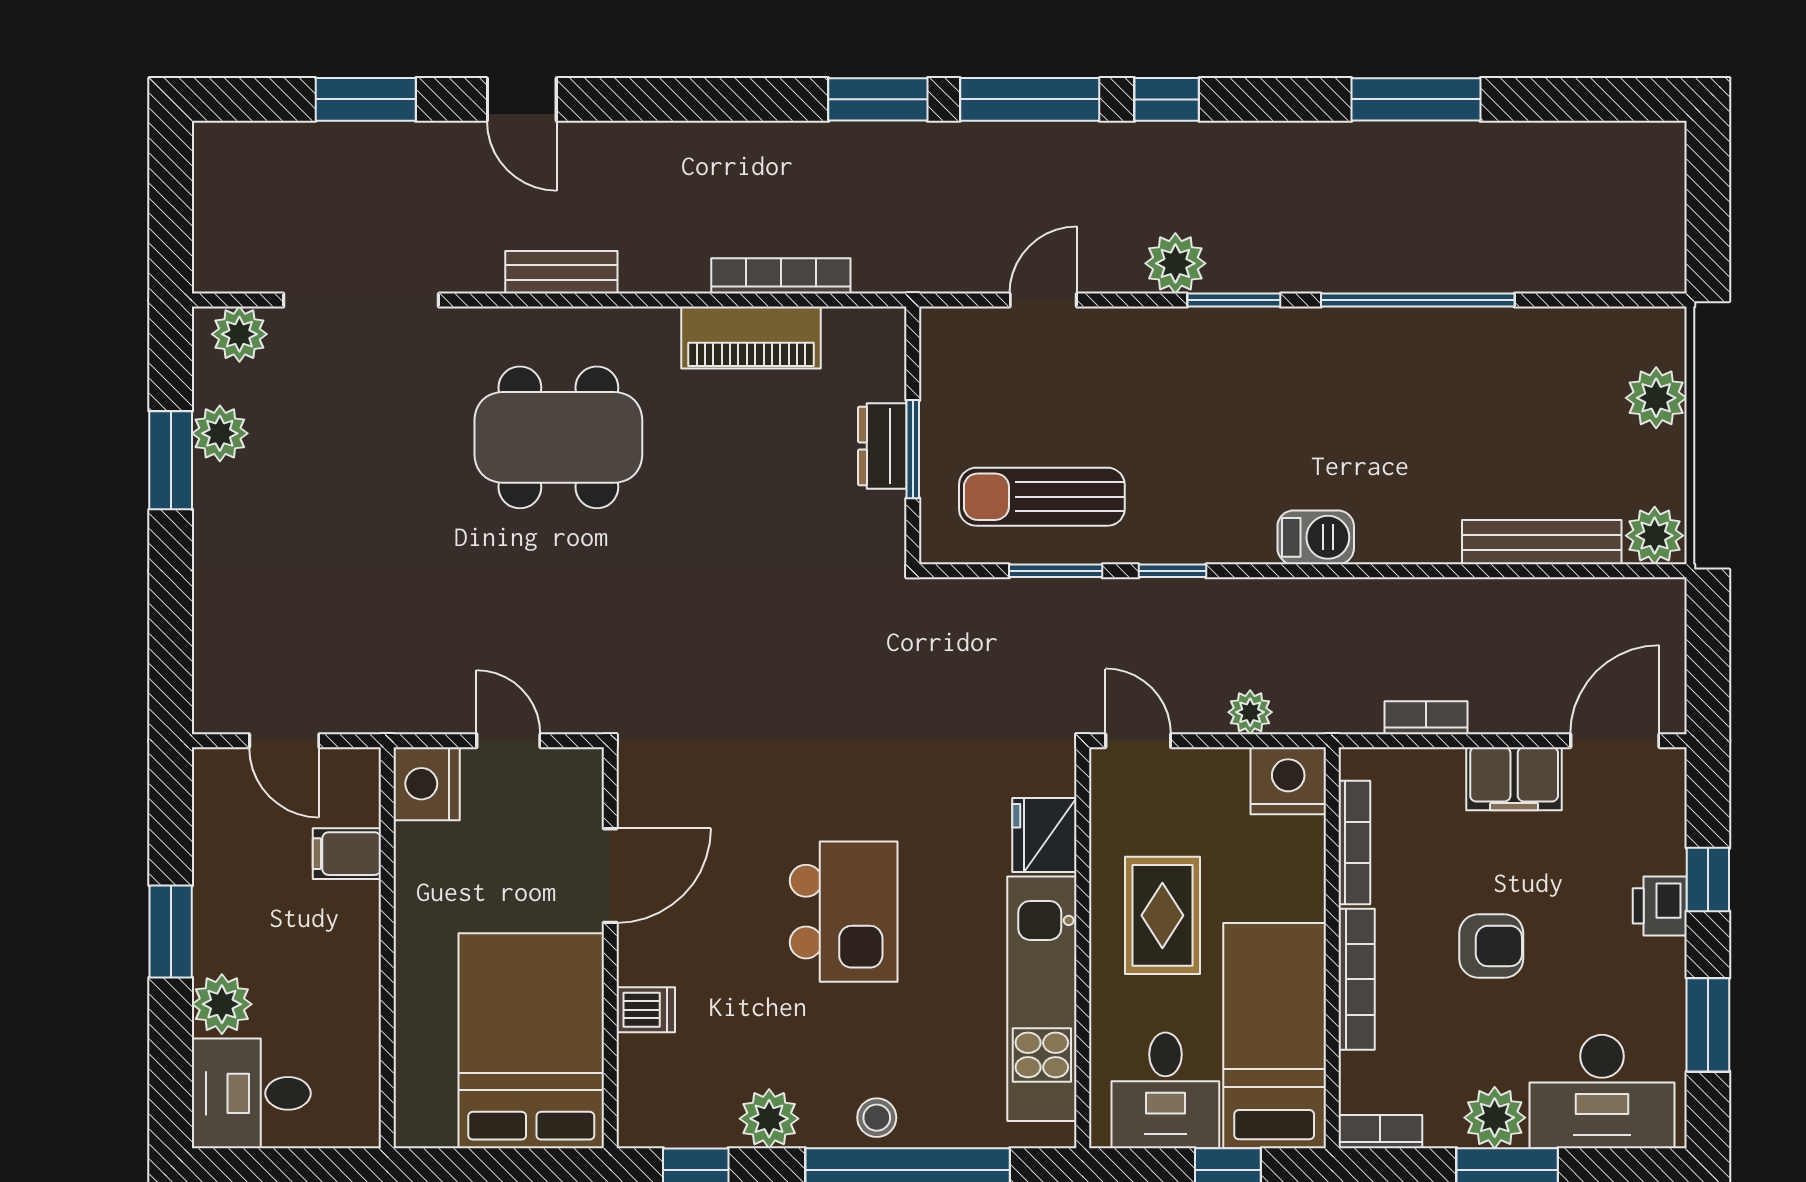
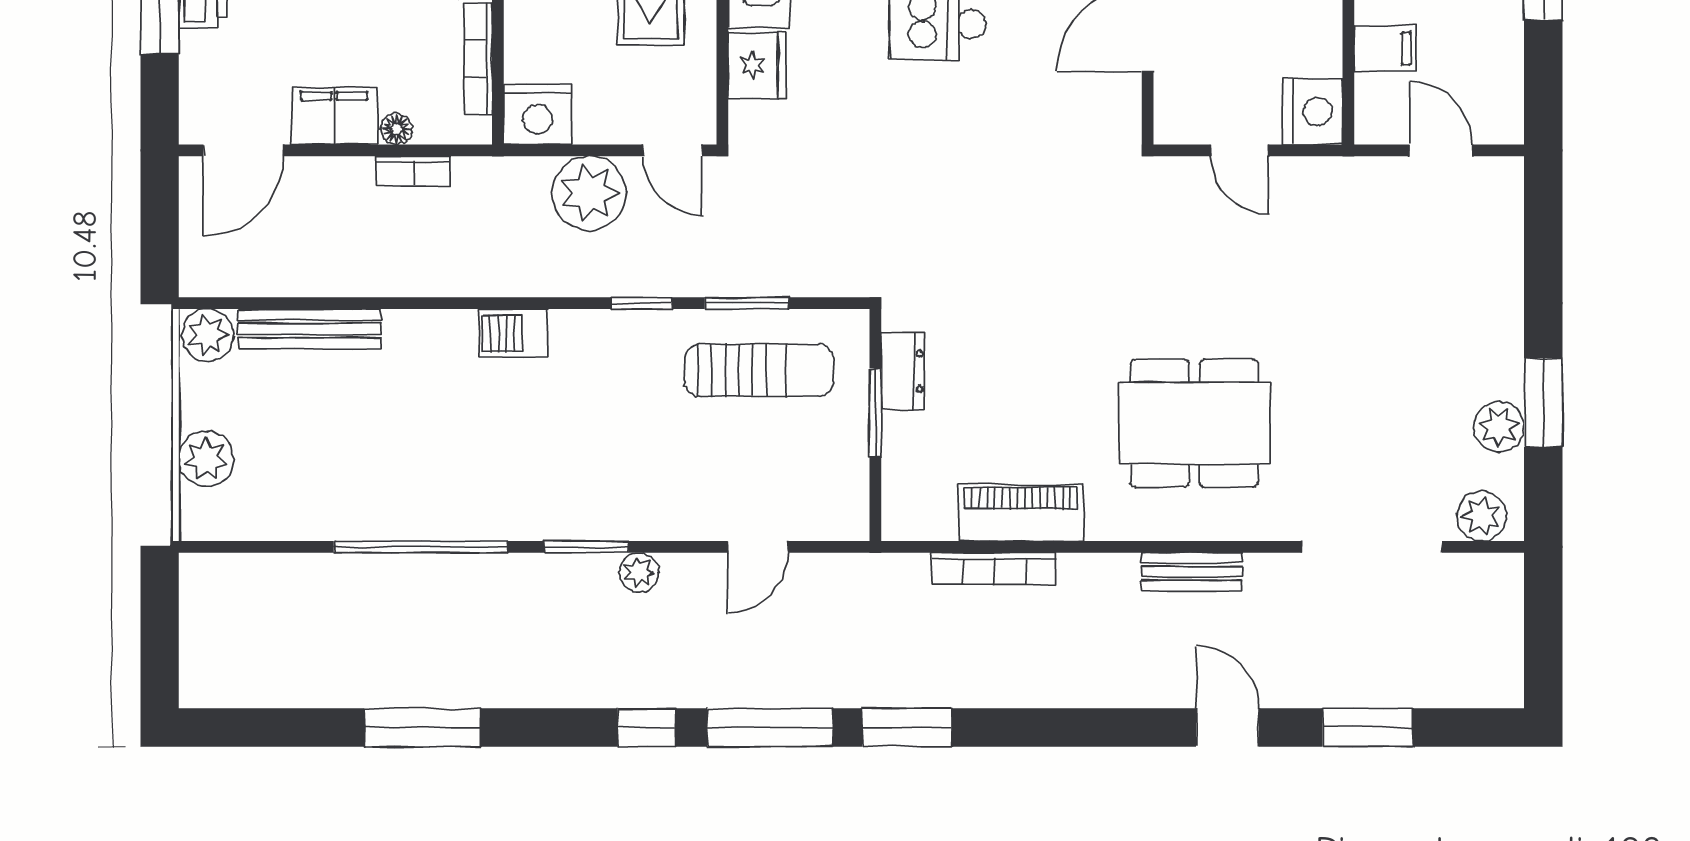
plant: (1175, 263) -> (639, 572), width x0.73, depth x0.73
dresser: (882, 446) -> (903, 371), moved
plant: (1250, 712) -> (589, 193), width x1.88, depth x1.88
floor lamp: (1445, 764) -> (396, 129), added

